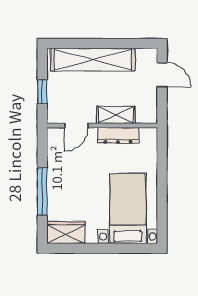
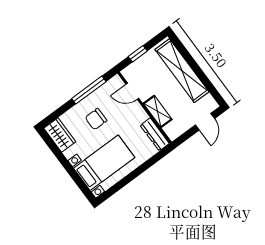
dresser: (118, 135) -> (155, 134), moved
chair: (77, 184) -> (96, 119), added
window: (42, 192) -> (89, 90), moved

